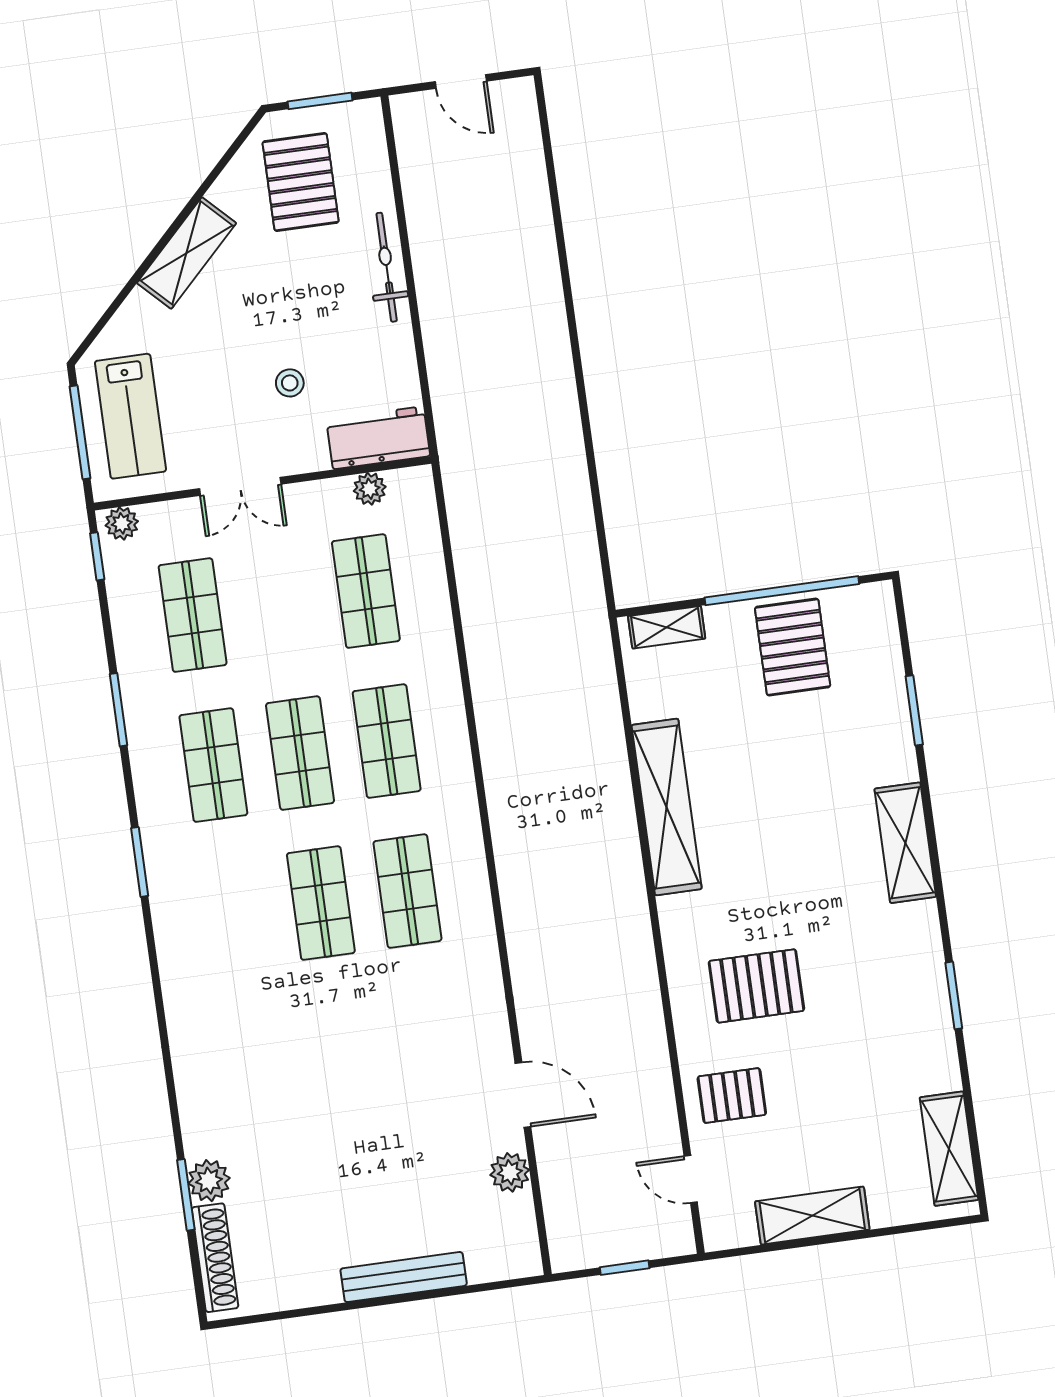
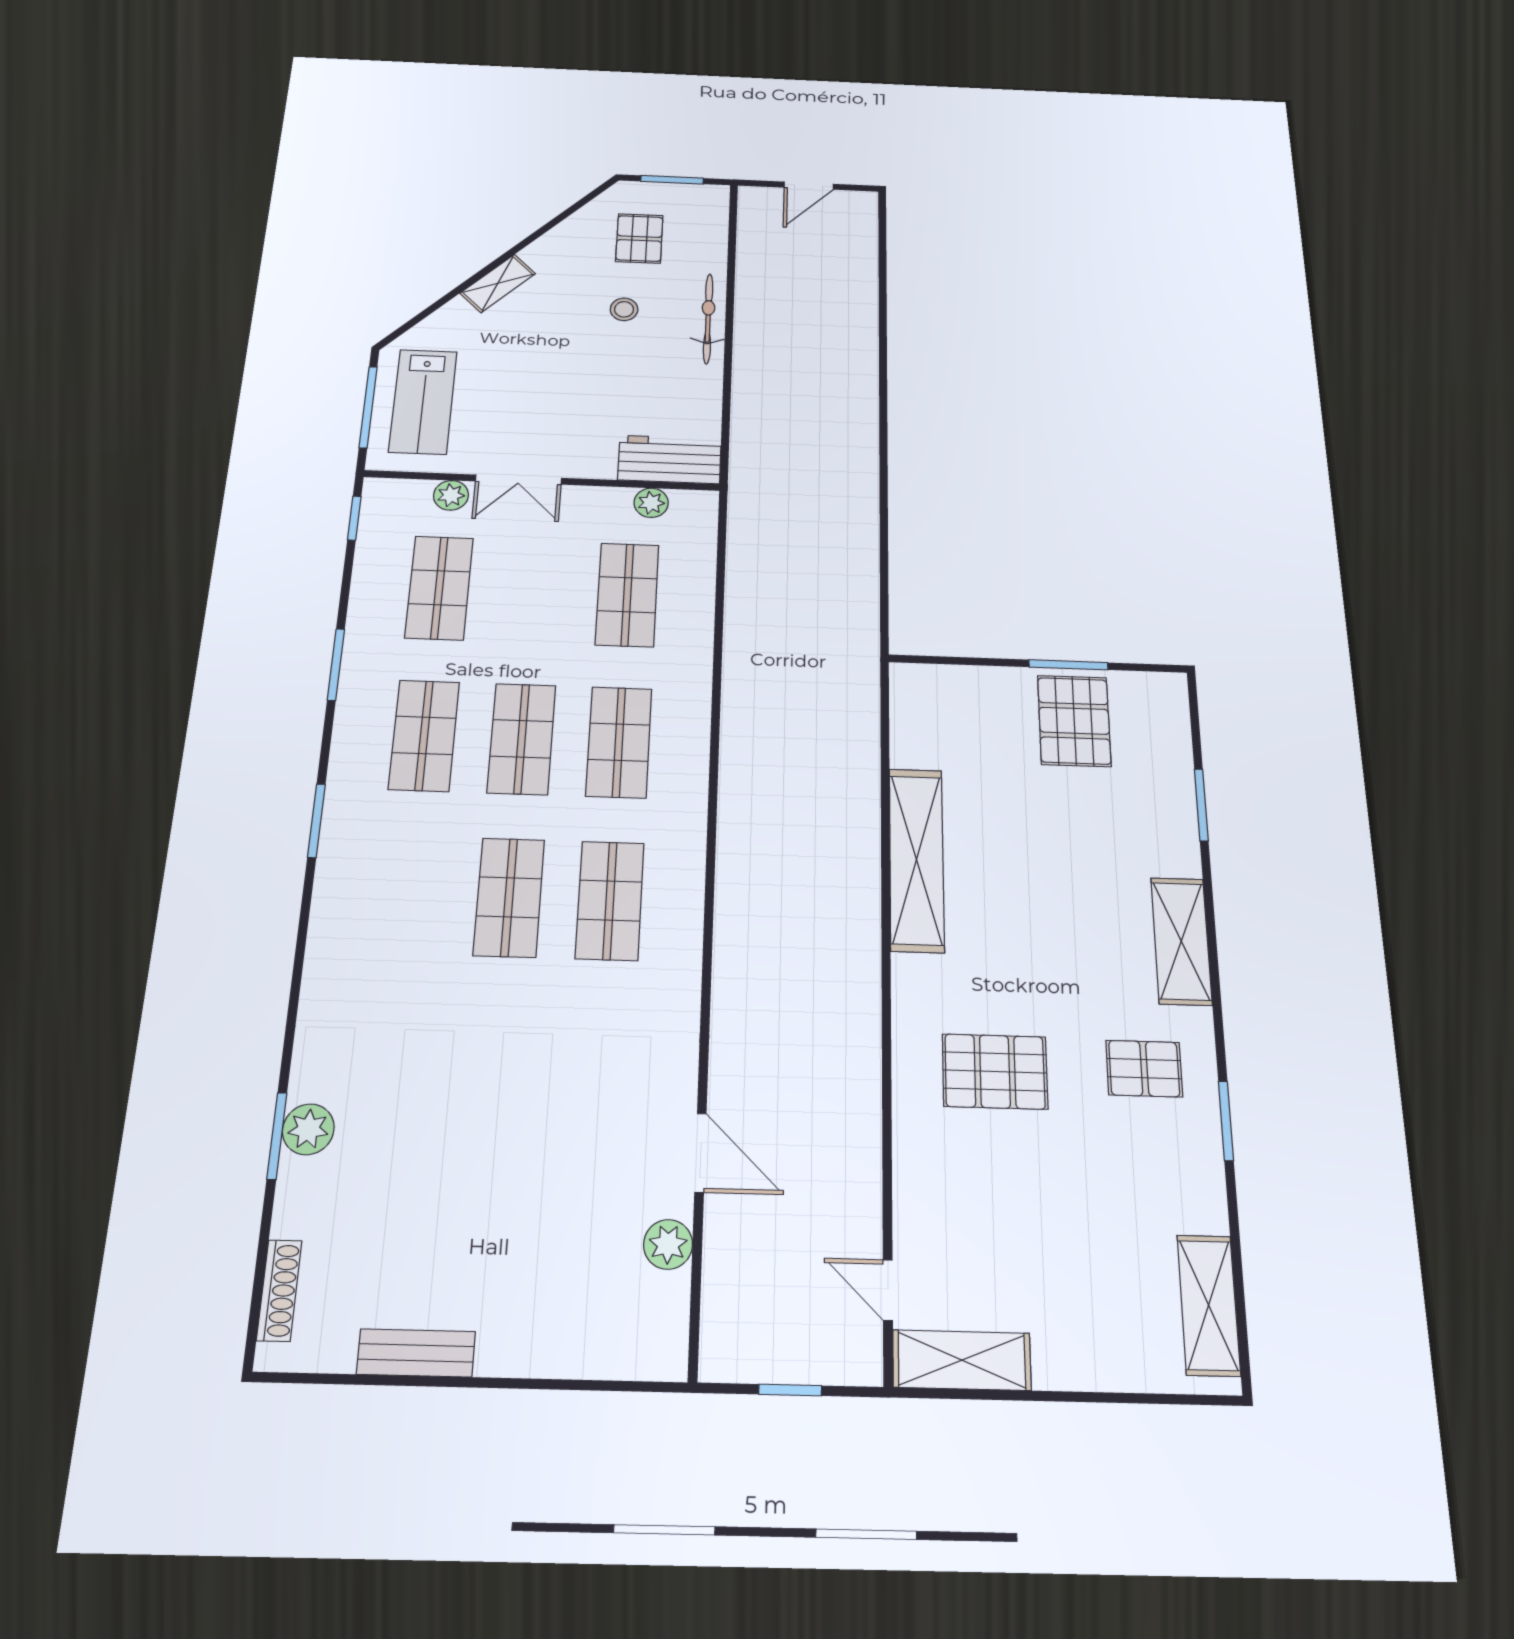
door: (461, 81) -> (809, 186), hinge flipped
pallet: (301, 182) -> (639, 238), width x0.67, depth x0.71
shelving: (187, 253) -> (498, 283), width x0.67, depth x0.75
stool: (290, 383) -> (624, 309), moved
plant: (122, 523) -> (451, 495), moved
window: (782, 591) -> (1068, 665), width x0.47
shelving: (667, 627) -> (941, 680), removed
pallet: (732, 1096) -> (1144, 1069), moved
plant: (209, 1181) -> (308, 1129), moved
window: (186, 1195) -> (277, 1136), moved
shelving: (812, 1216) -> (962, 1360), moved
shoe rack: (215, 1258) -> (279, 1290), width x0.74, depth x0.81
bench: (404, 1277) -> (416, 1353), moved, width x0.73

